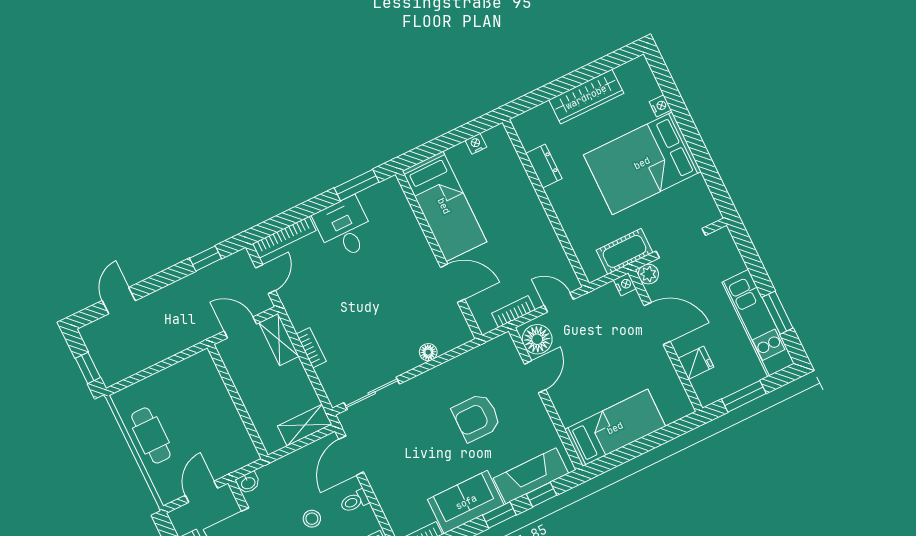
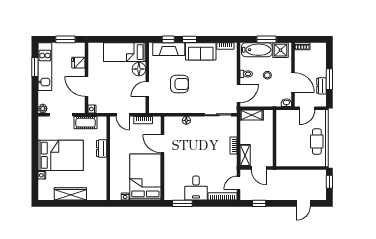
dresser: (544, 166) -> (102, 148), moved
bed: (444, 206) -> (145, 177), width x1.50
plant: (648, 274) -> (43, 109), moved
floor lamp: (537, 339) -> (139, 69), moved

